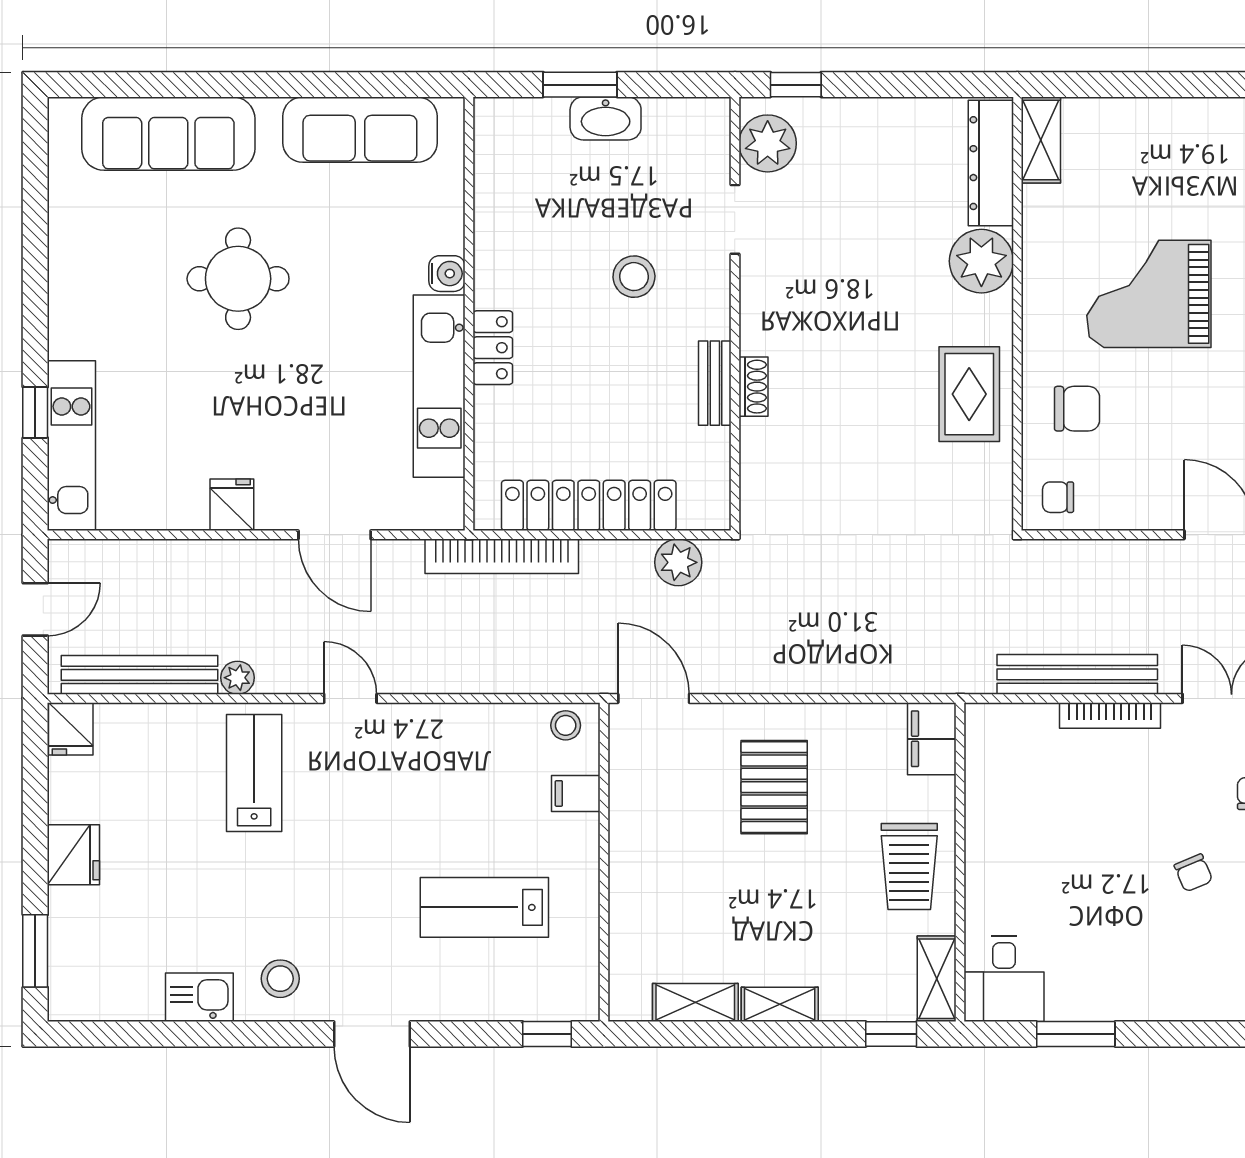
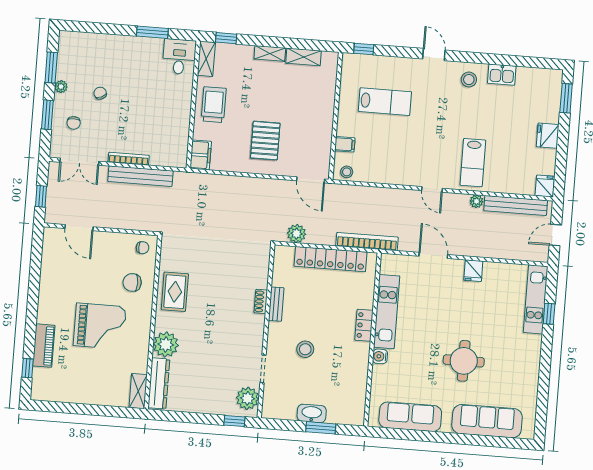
door: (372, 1034) -> (434, 54), width x0.73

